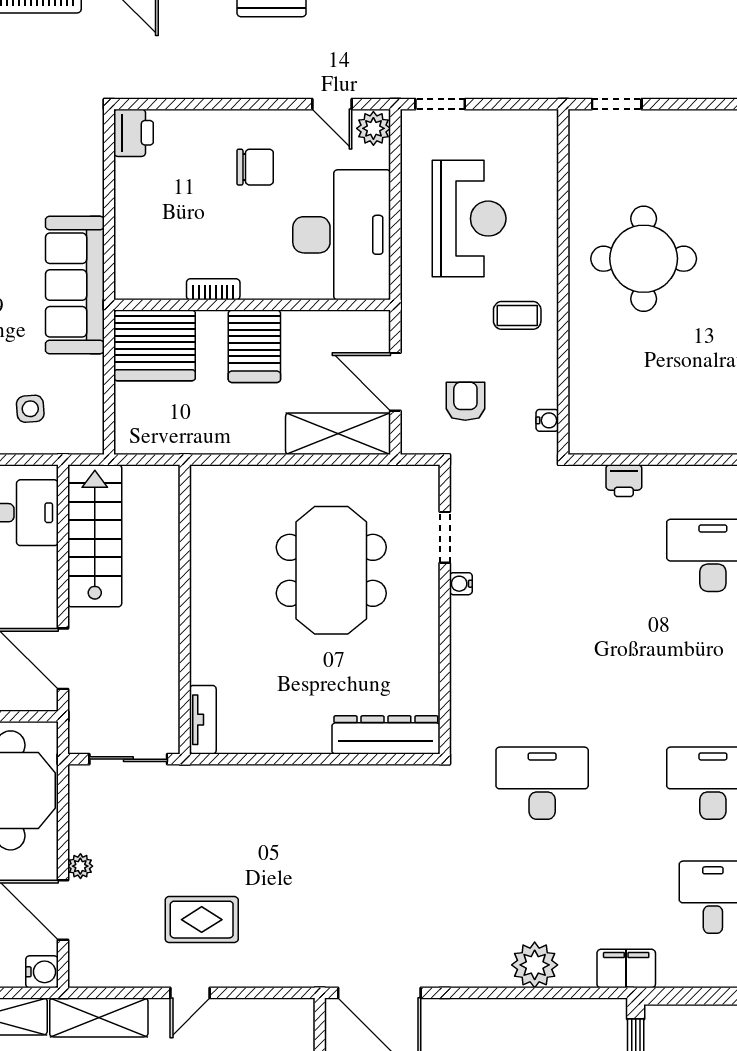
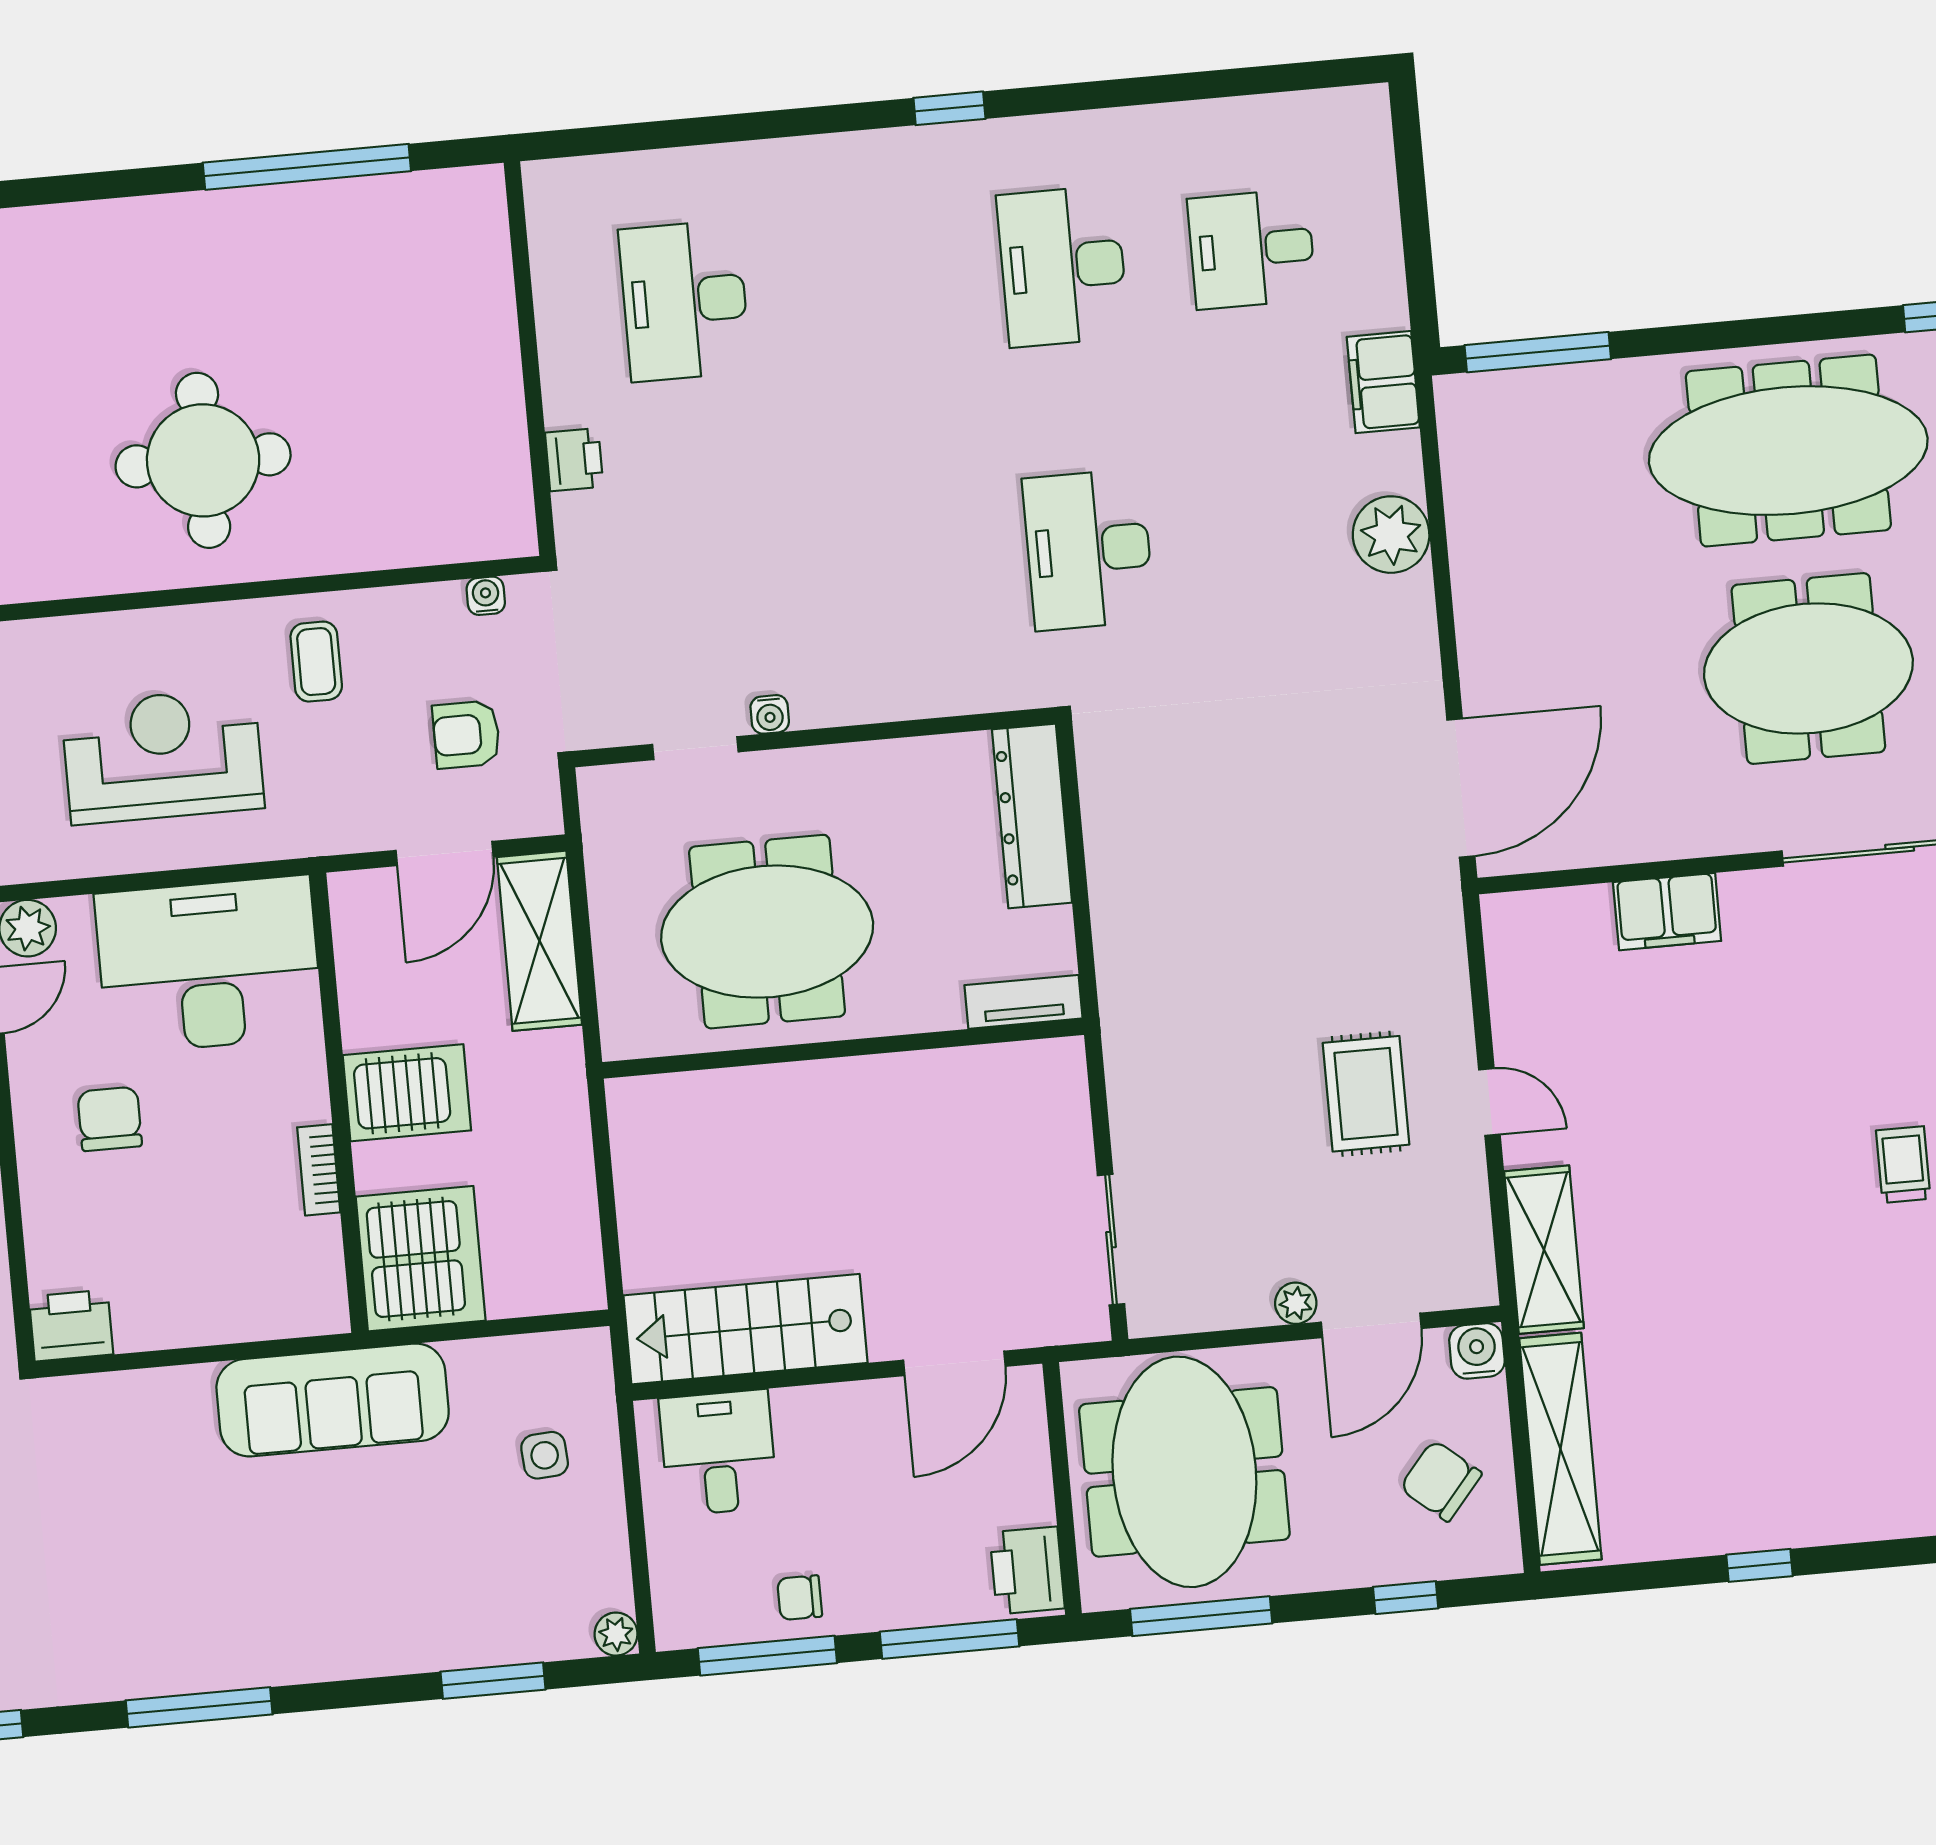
wall: (185, 609) -> (843, 1049), moved
tv unit: (203, 720) -> (1023, 1002), moved

